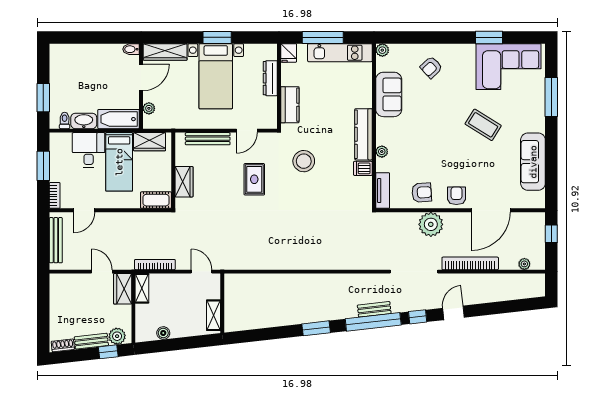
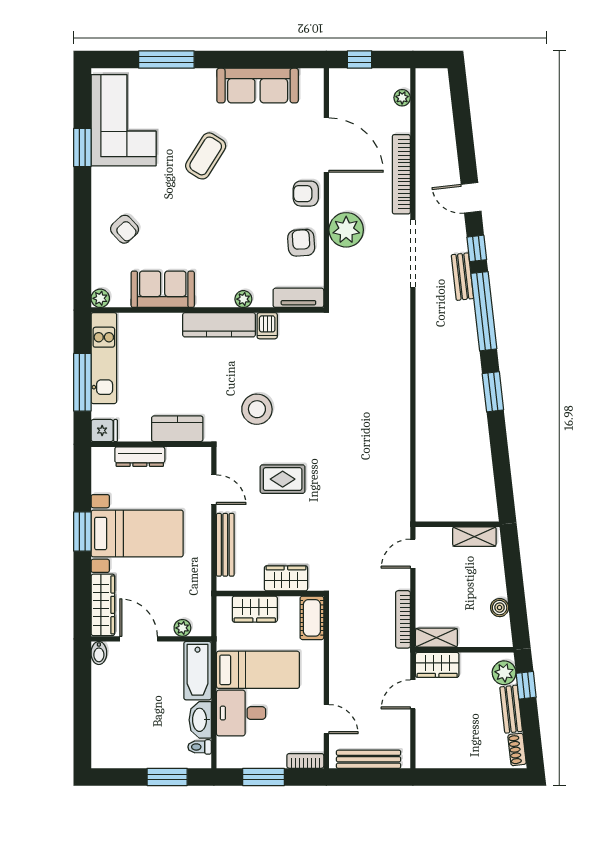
wardrobe: (150, 142) -> (255, 609), moved, turned 90
bench: (374, 309) -> (462, 277), moved

